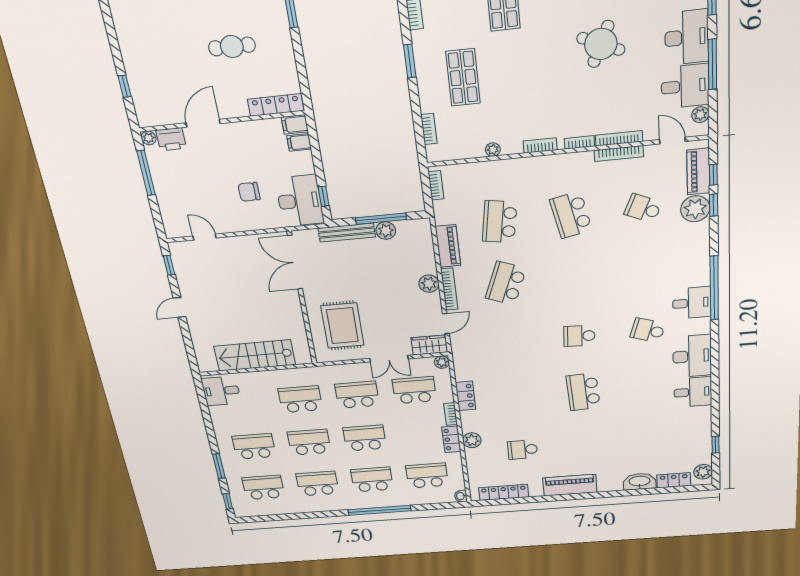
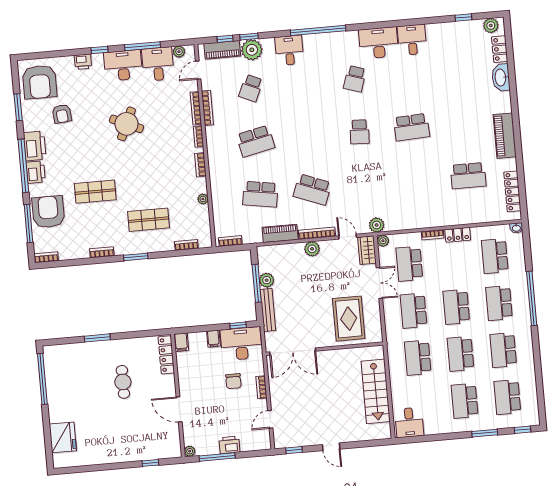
printer: (171, 139) -> (229, 445), moved, turned -90
filing cabinet: (299, 142) -> (213, 339), moved
bookcase: (245, 226) -> (261, 387), added
desk: (692, 303) -> (289, 50), moved
rug: (342, 326) -> (349, 319), turned 90
locker: (466, 396) -> (415, 222), removed
plant: (472, 440) -> (377, 225), moved
school desk: (523, 450) -> (468, 176), width x1.85

